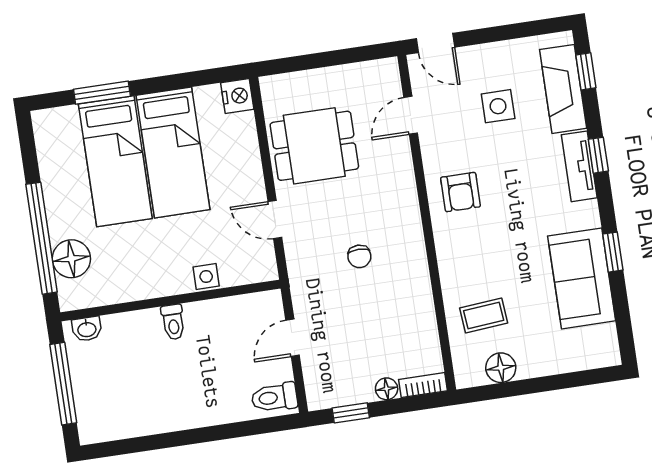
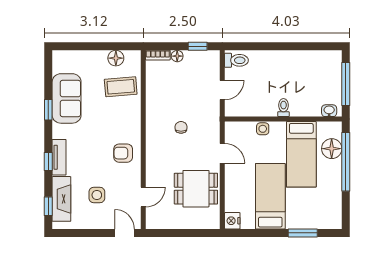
bed: (115, 161) -> (301, 154), moved, turned 180
armchair: (460, 192) -> (123, 153), turned -90
coffee table: (484, 316) -> (121, 87), width x1.36, depth x1.30

